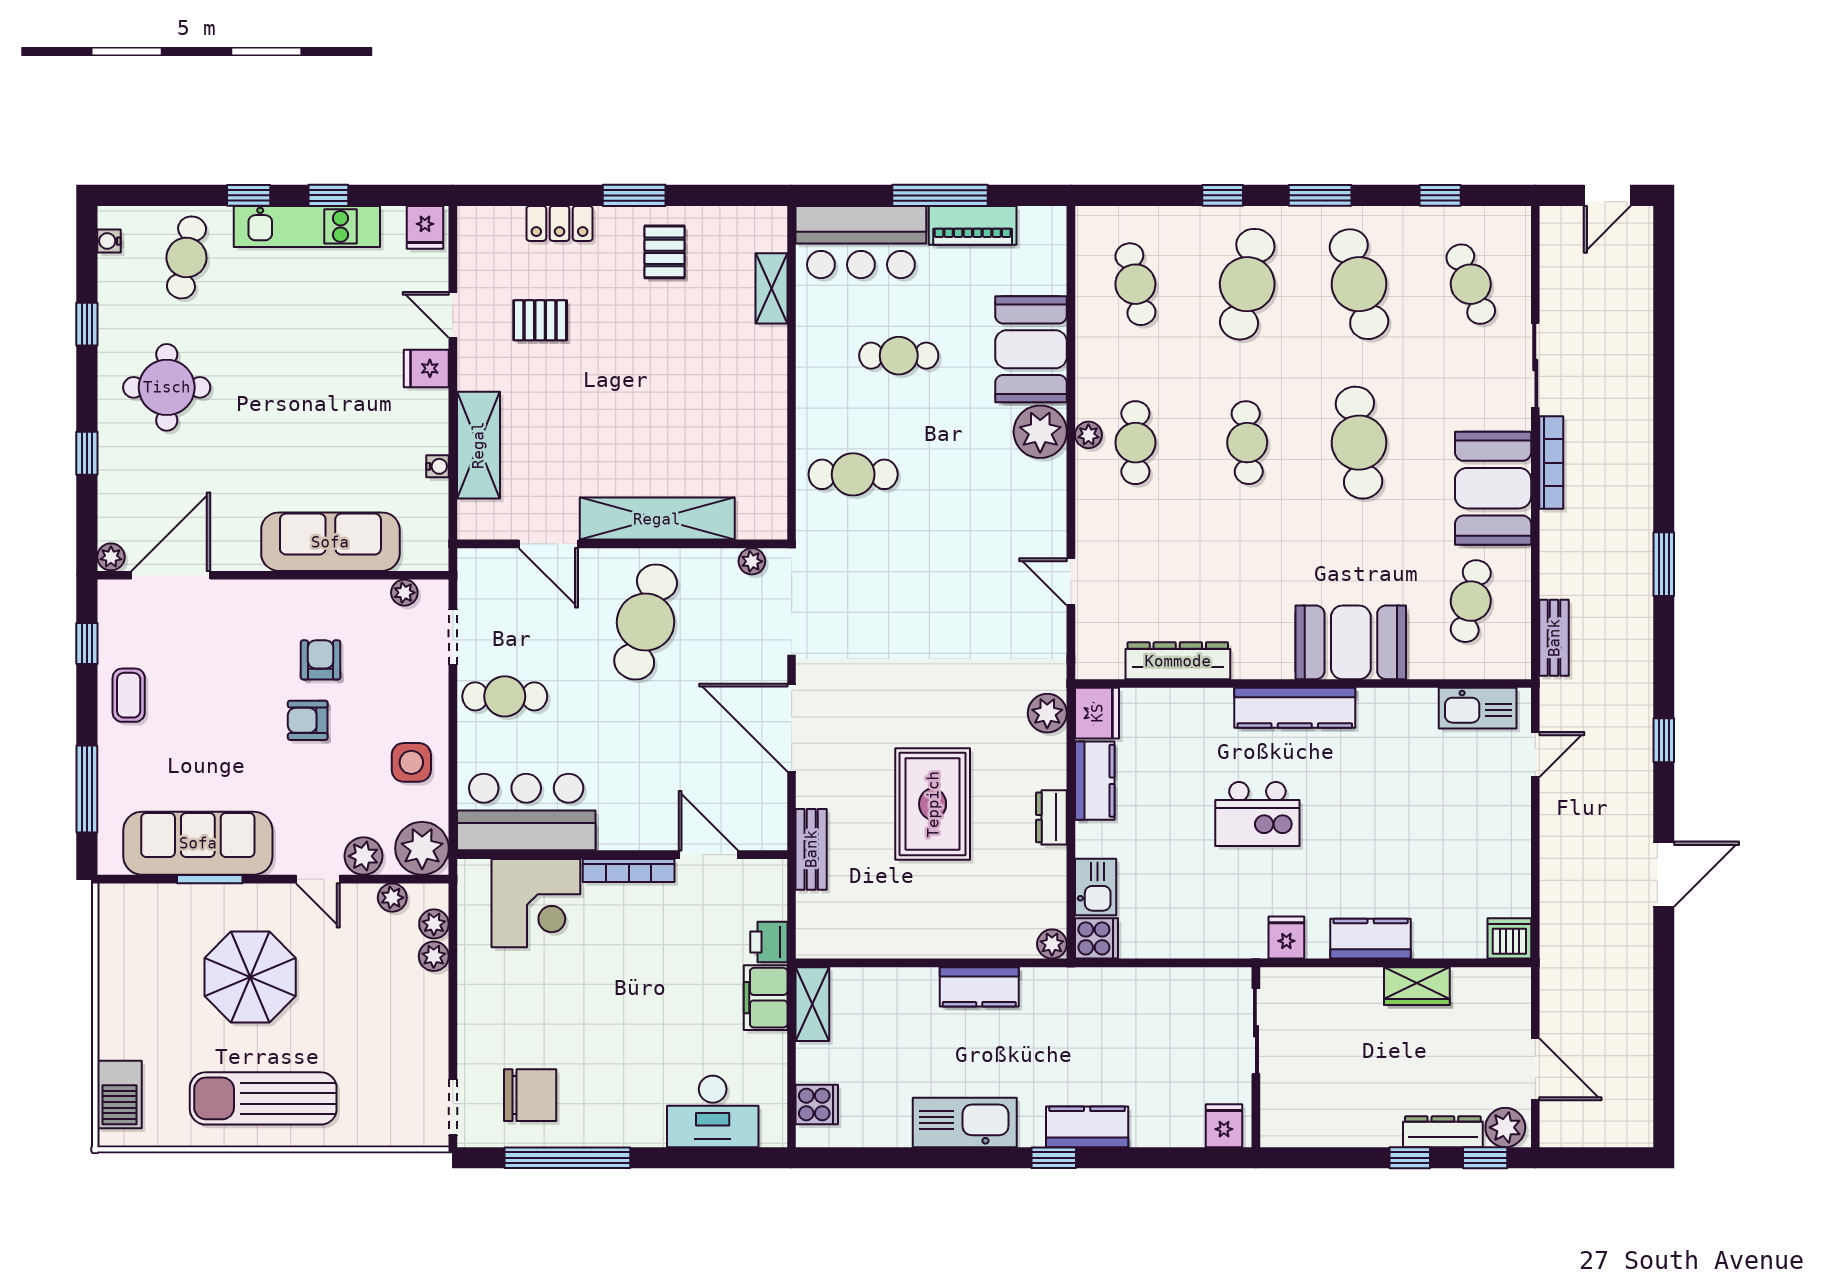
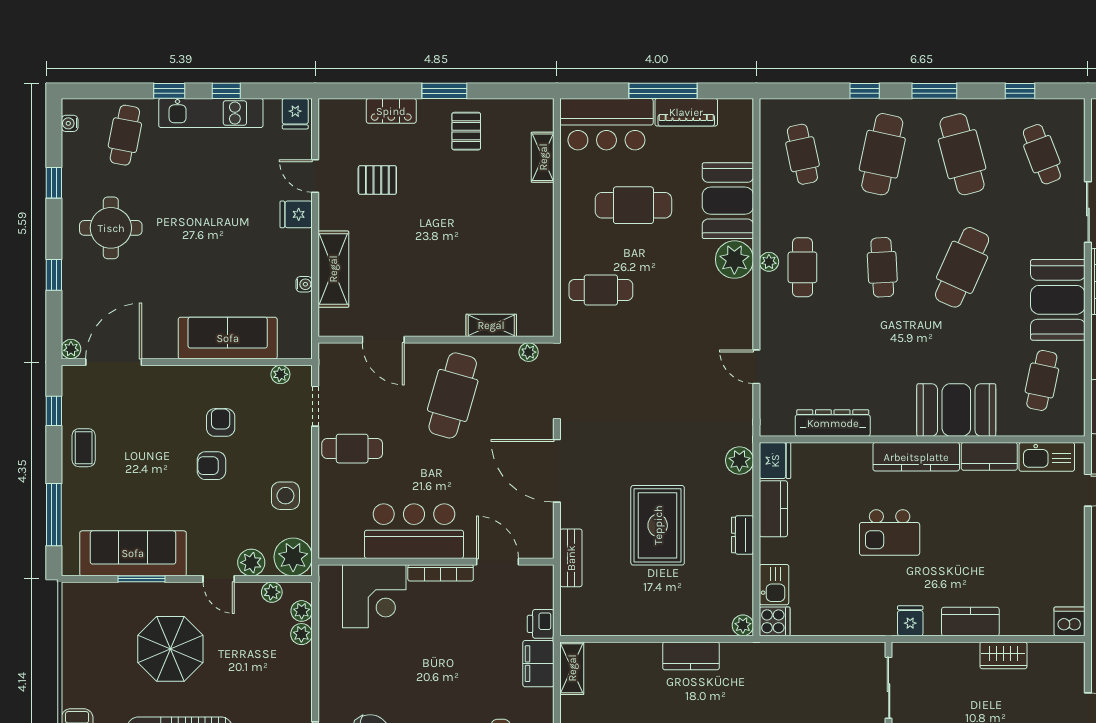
cafe table: (899, 356) -> (633, 205), width x1.37, depth x1.35
cafe table: (1359, 443) -> (962, 267), turned 30
shelving: (657, 519) -> (491, 325), width x0.45, depth x0.75
kitchen counter: (1397, 707) -> (989, 456), added
bar counter: (526, 812) -> (414, 531), moved

